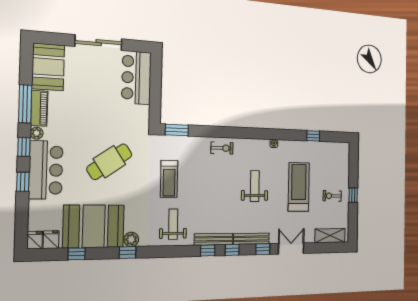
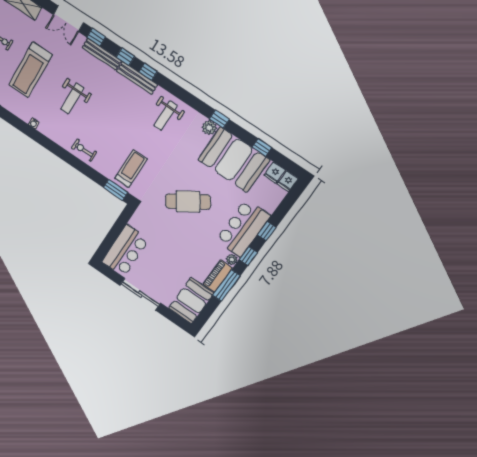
treadmill: (169, 179) -> (131, 169), moved

